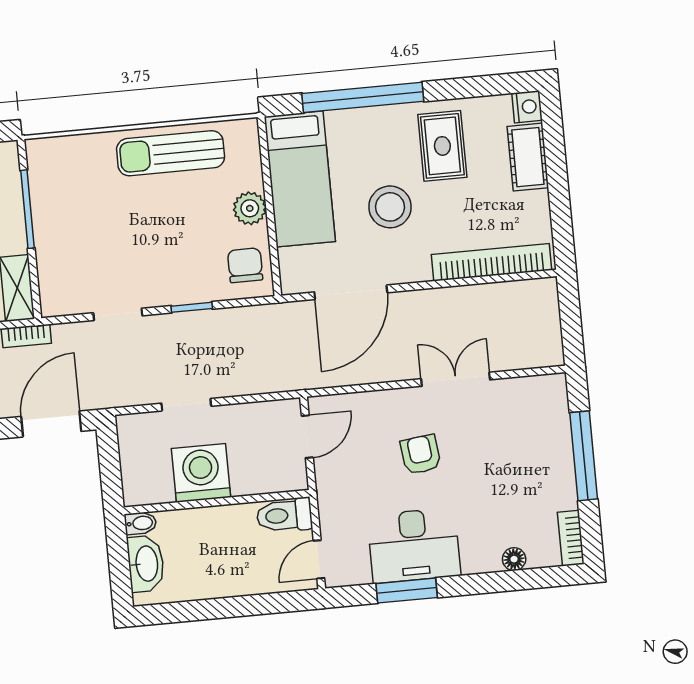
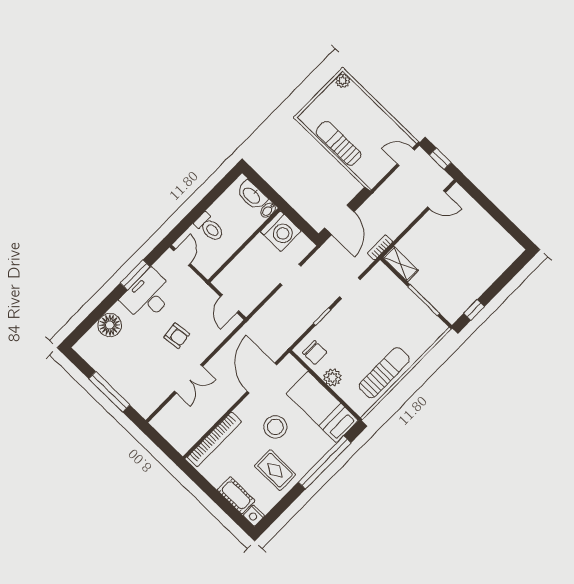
washing machine: (201, 473) -> (281, 231), moved
toilet: (284, 515) -> (209, 227), moved, turned 90
bookcase: (571, 538) -> (86, 354), removed
floor lamp: (514, 559) -> (110, 325), width x1.89, depth x1.89

